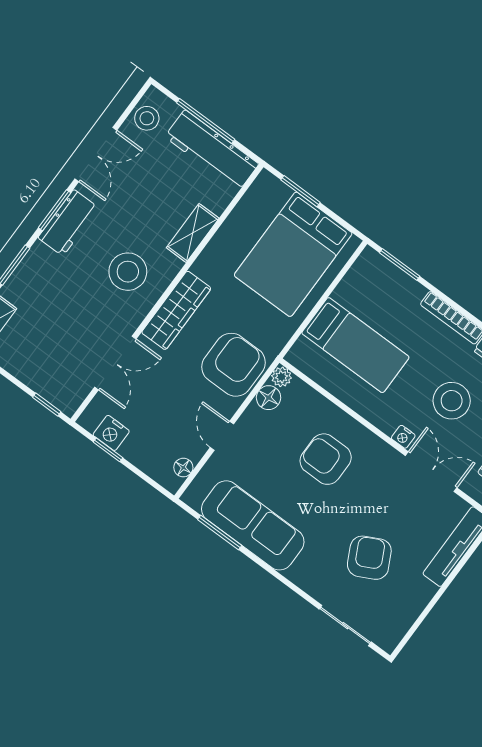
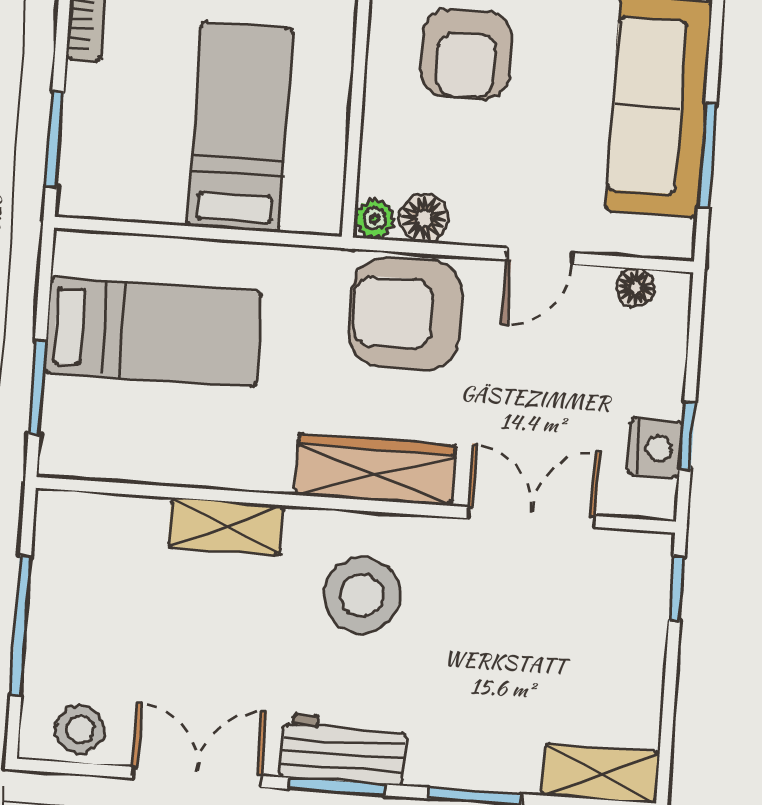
workbench: (212, 150) -> (64, 584), removed
bed: (293, 254) -> (153, 332), width x0.67

